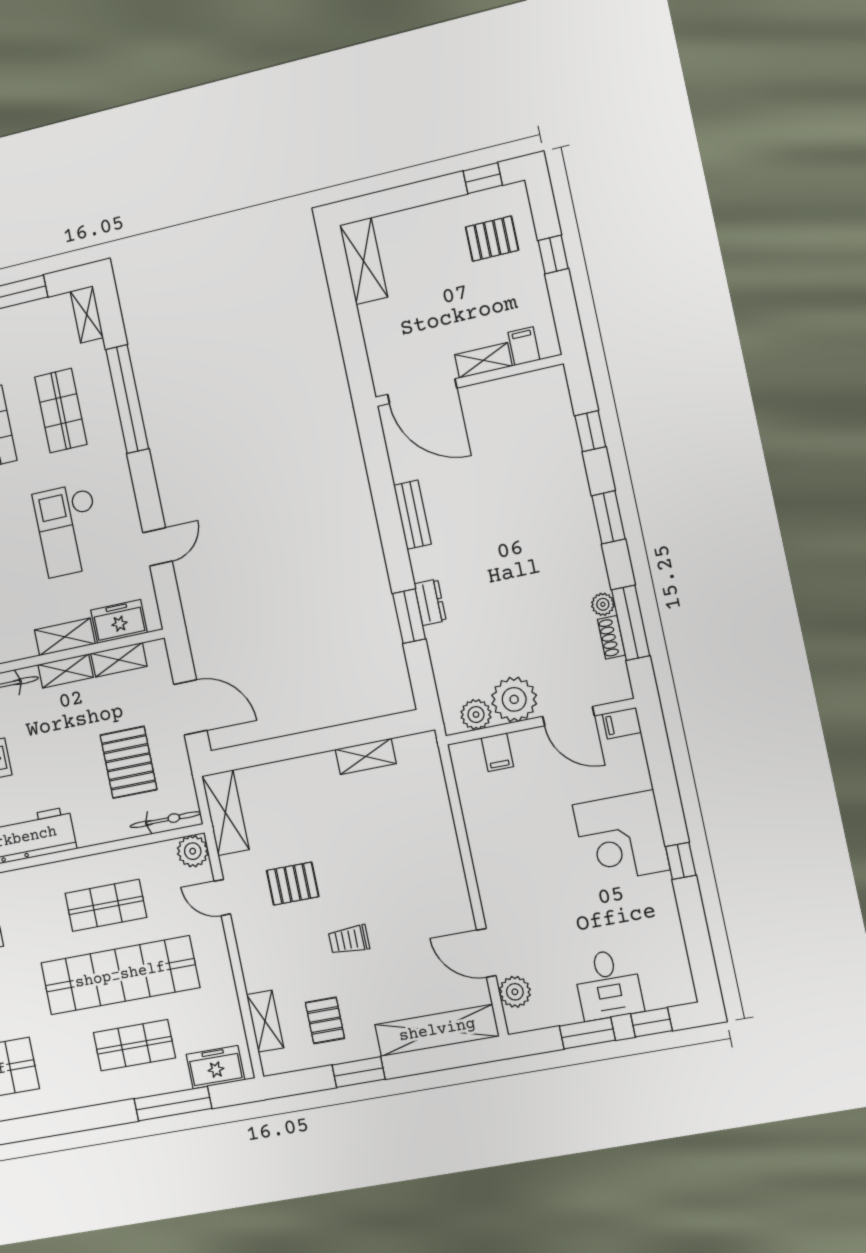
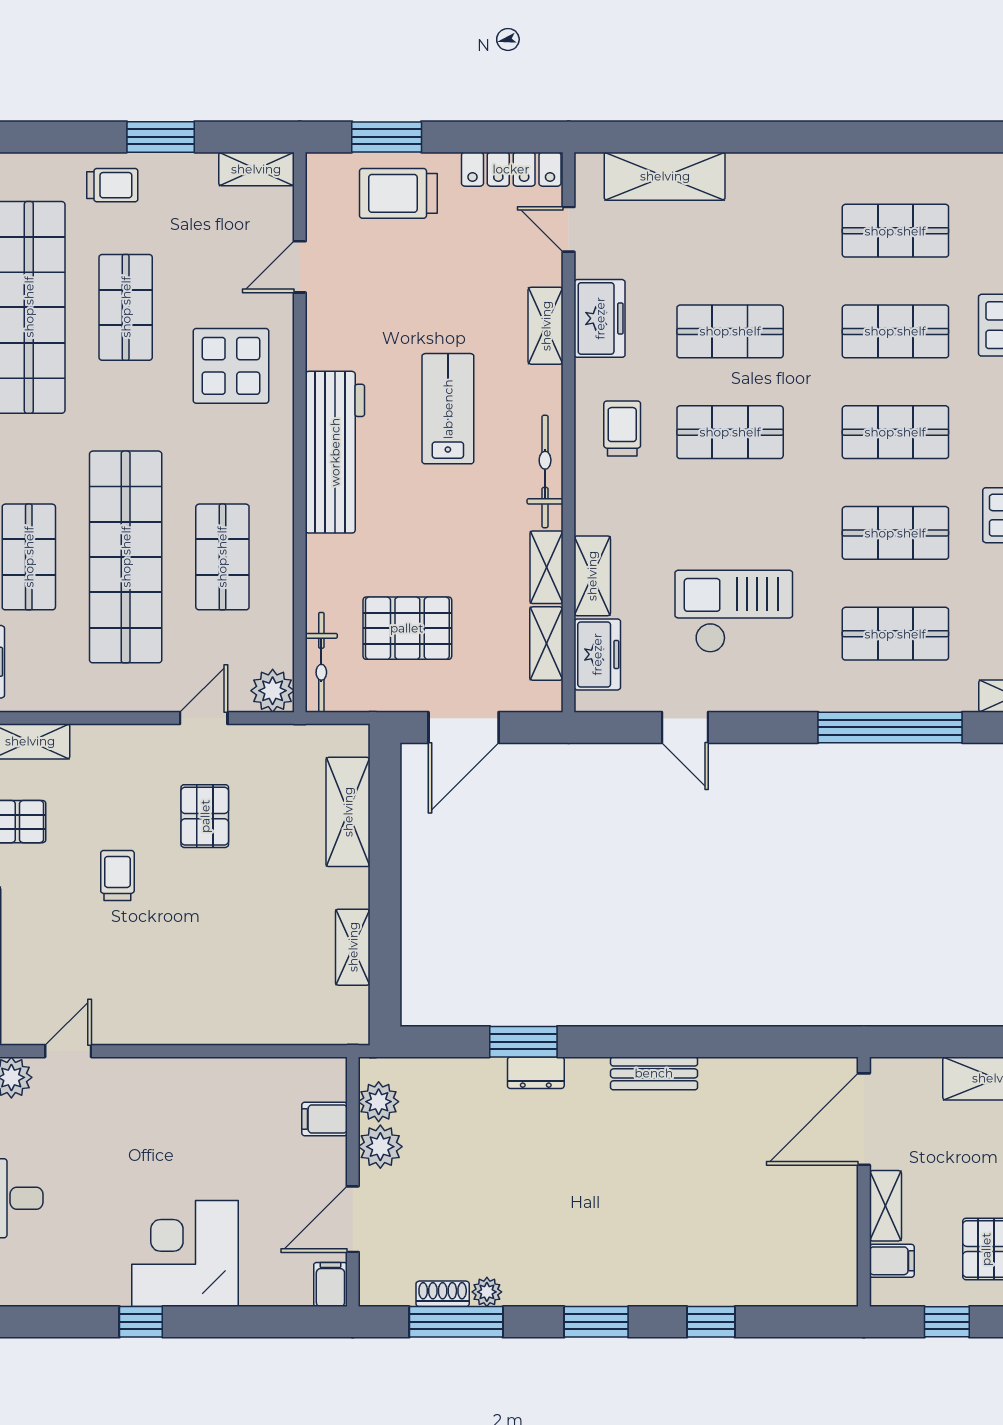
filing cabinet: (524, 346) -> (892, 1261), moved
shelving: (483, 360) -> (885, 1206), moved
wall: (469, 381) -> (864, 1182), moved
door: (422, 391) -> (864, 1119), moved
plant: (514, 699) -> (380, 1147), width x0.73, depth x0.73
shelving: (225, 813) -> (348, 812), moved, turned 90
door: (486, 953) -> (68, 1051), width x0.73

